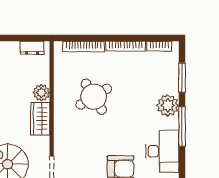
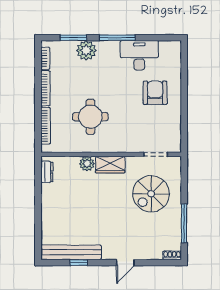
round table: (94, 97) -> (90, 117), turned 31
plant: (168, 105) -> (86, 50), moved

